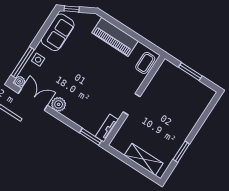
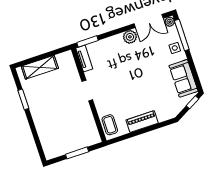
piano: (115, 37) -> (142, 122), width x0.73, depth x0.75

